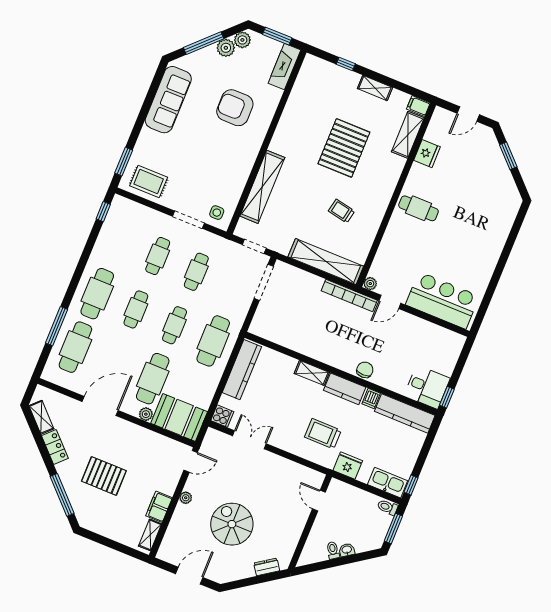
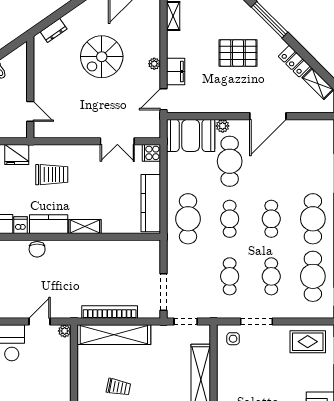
bookcase: (349, 295) -> (110, 312), moved
cafe table: (75, 347) -> (313, 276), moved
filing cabinet: (159, 507) -> (176, 72), moved
spiral stairs: (232, 524) -> (102, 57), turned 90

